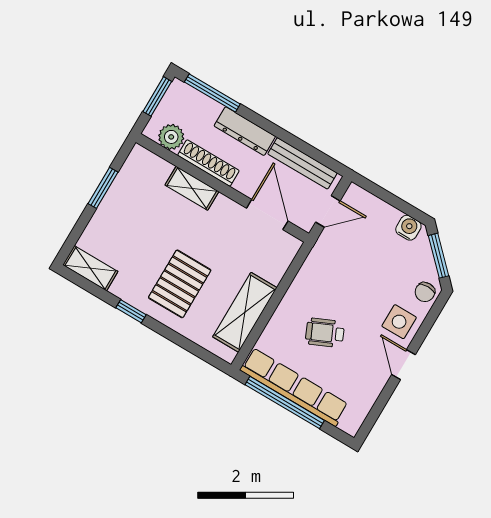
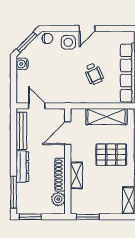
plant: (171, 137) -> (58, 199), moved
shoe rack: (208, 163) -> (60, 175), moved
shelving: (192, 188) -> (76, 175), moved
wall: (222, 188) -> (68, 161), moved
door: (267, 215) -> (68, 133), moved

